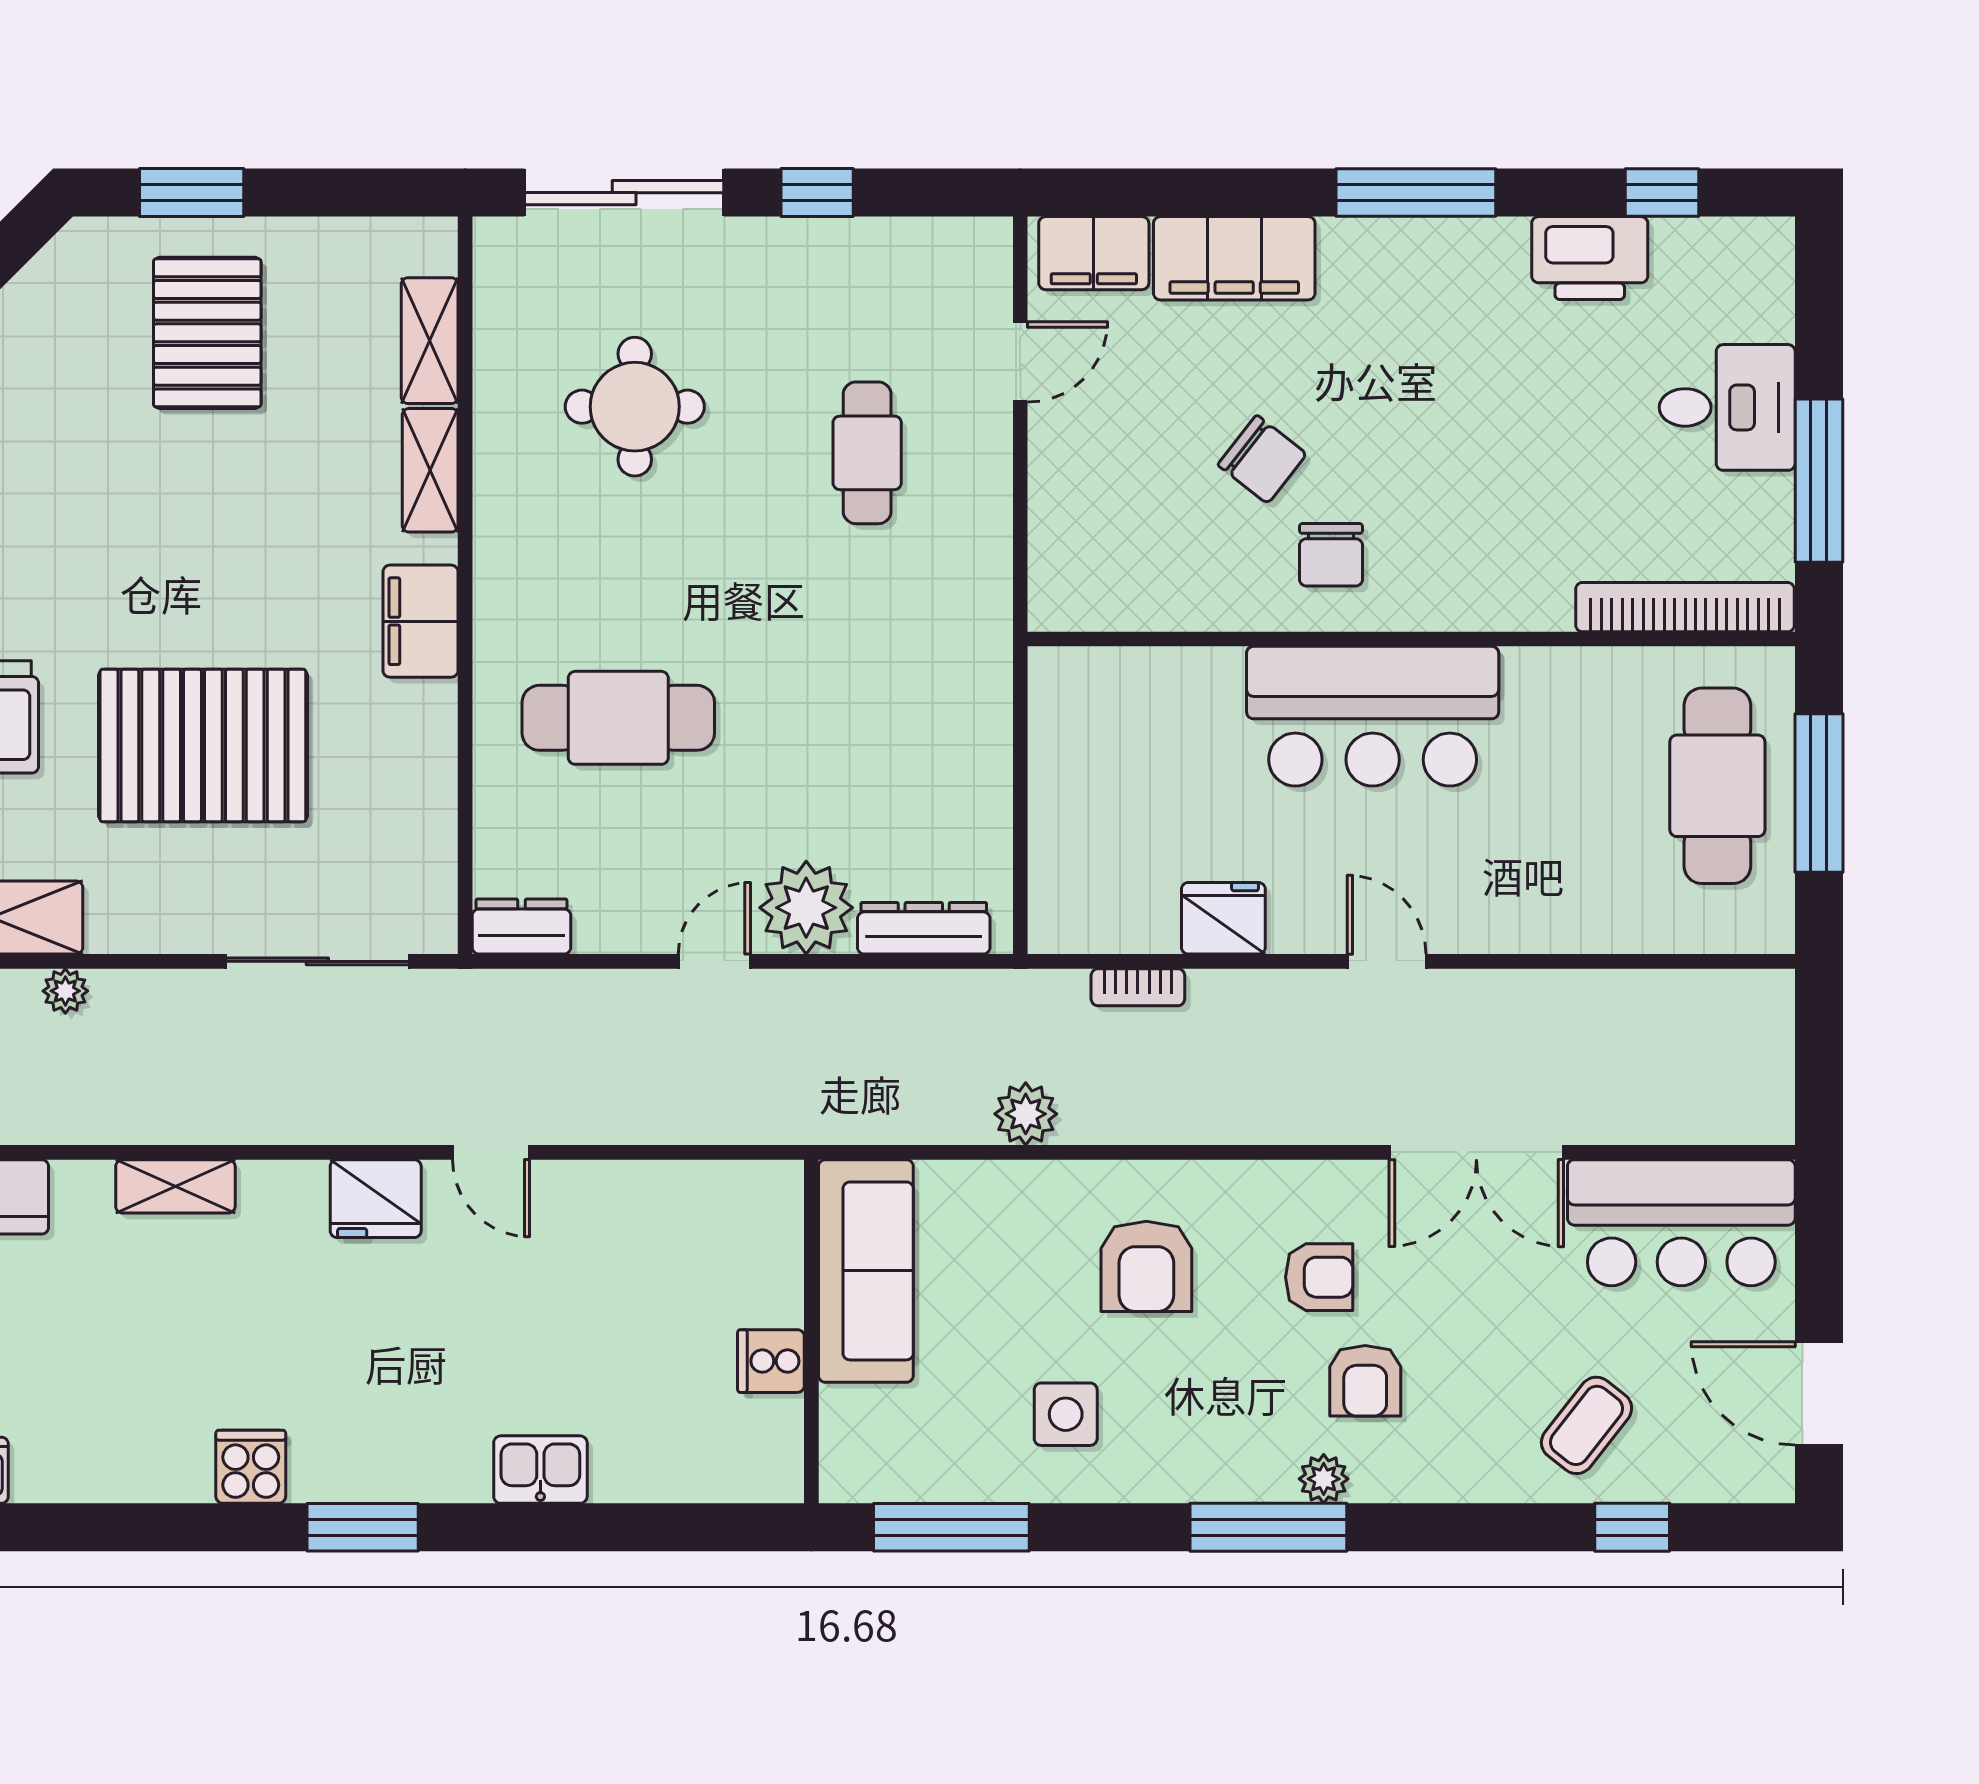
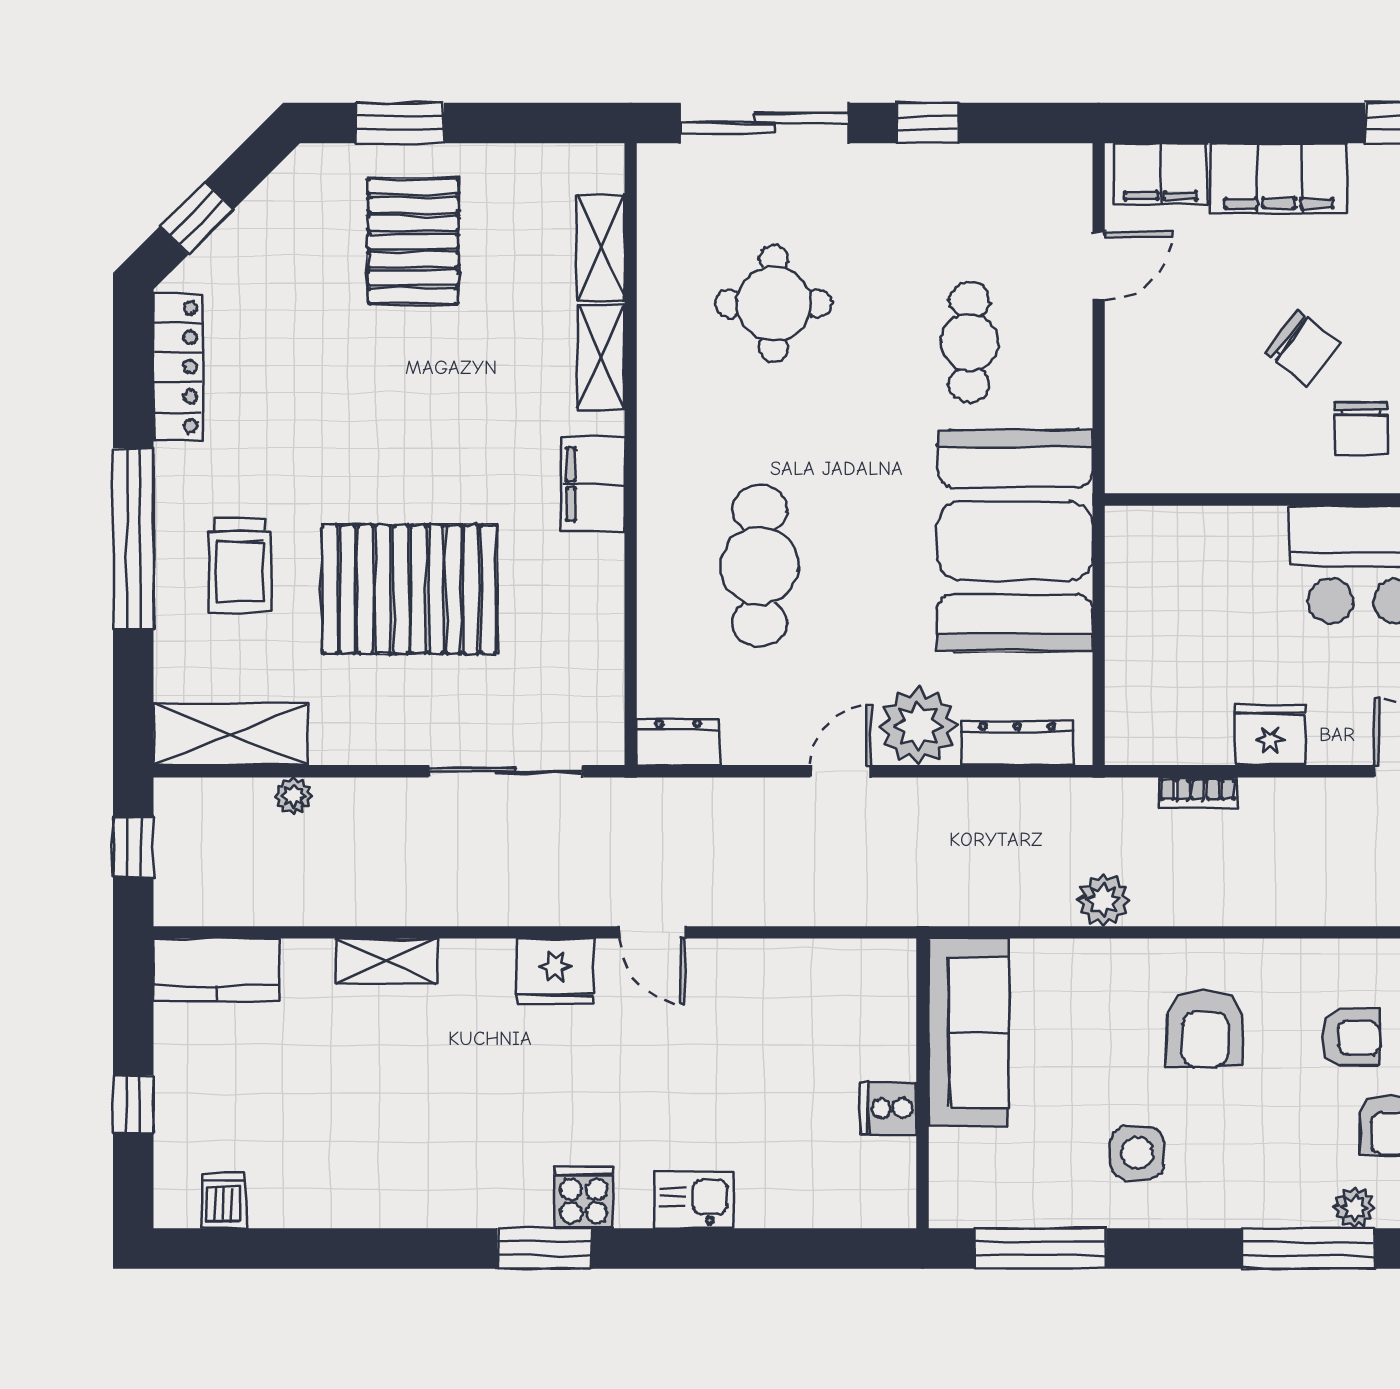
booth: (921, 688) -> (1015, 541), added
cafe table: (618, 718) -> (760, 566), turned 90
cooker: (251, 1467) -> (584, 1197), moved

